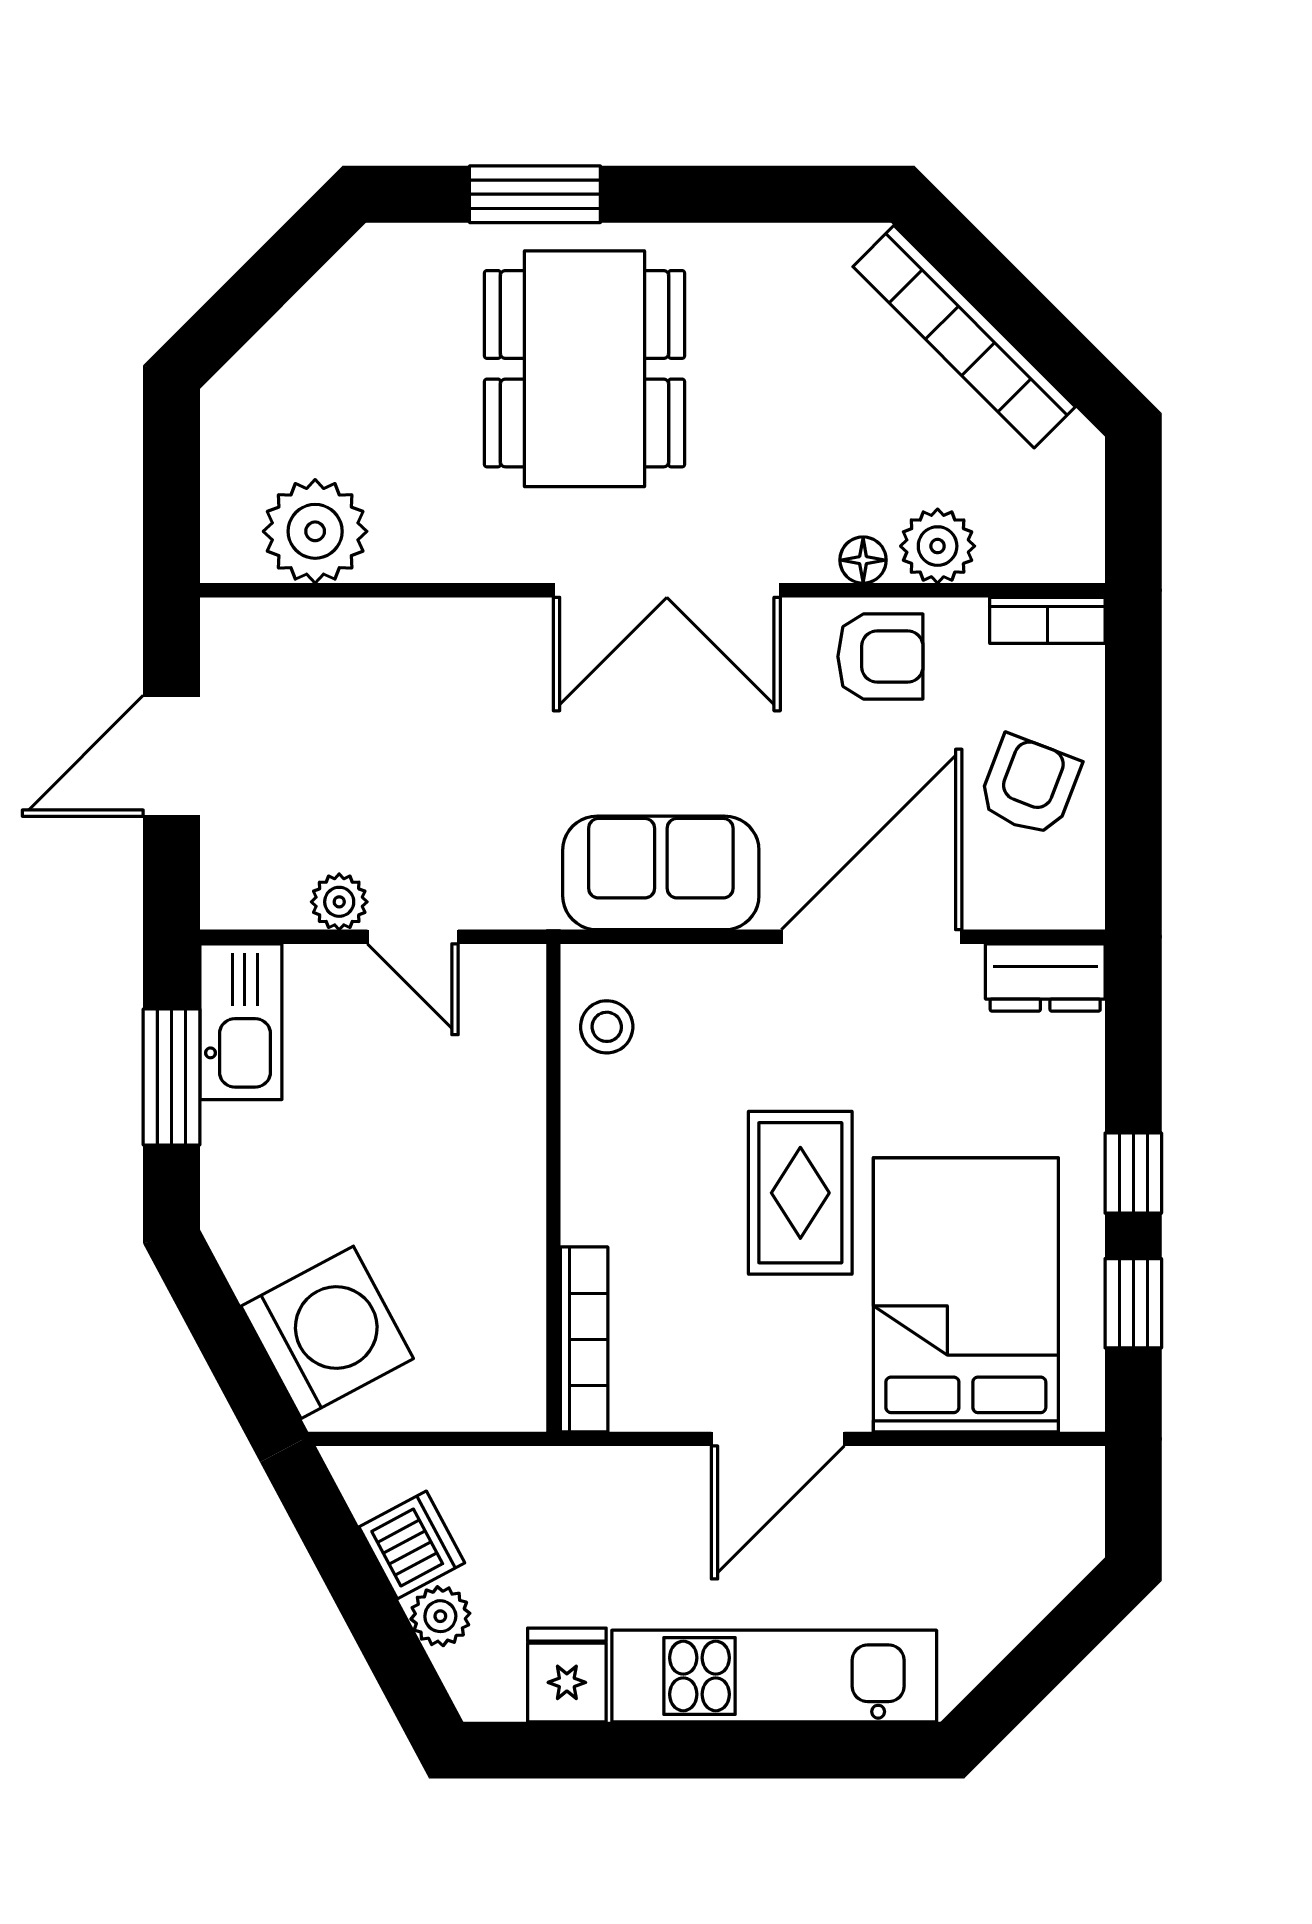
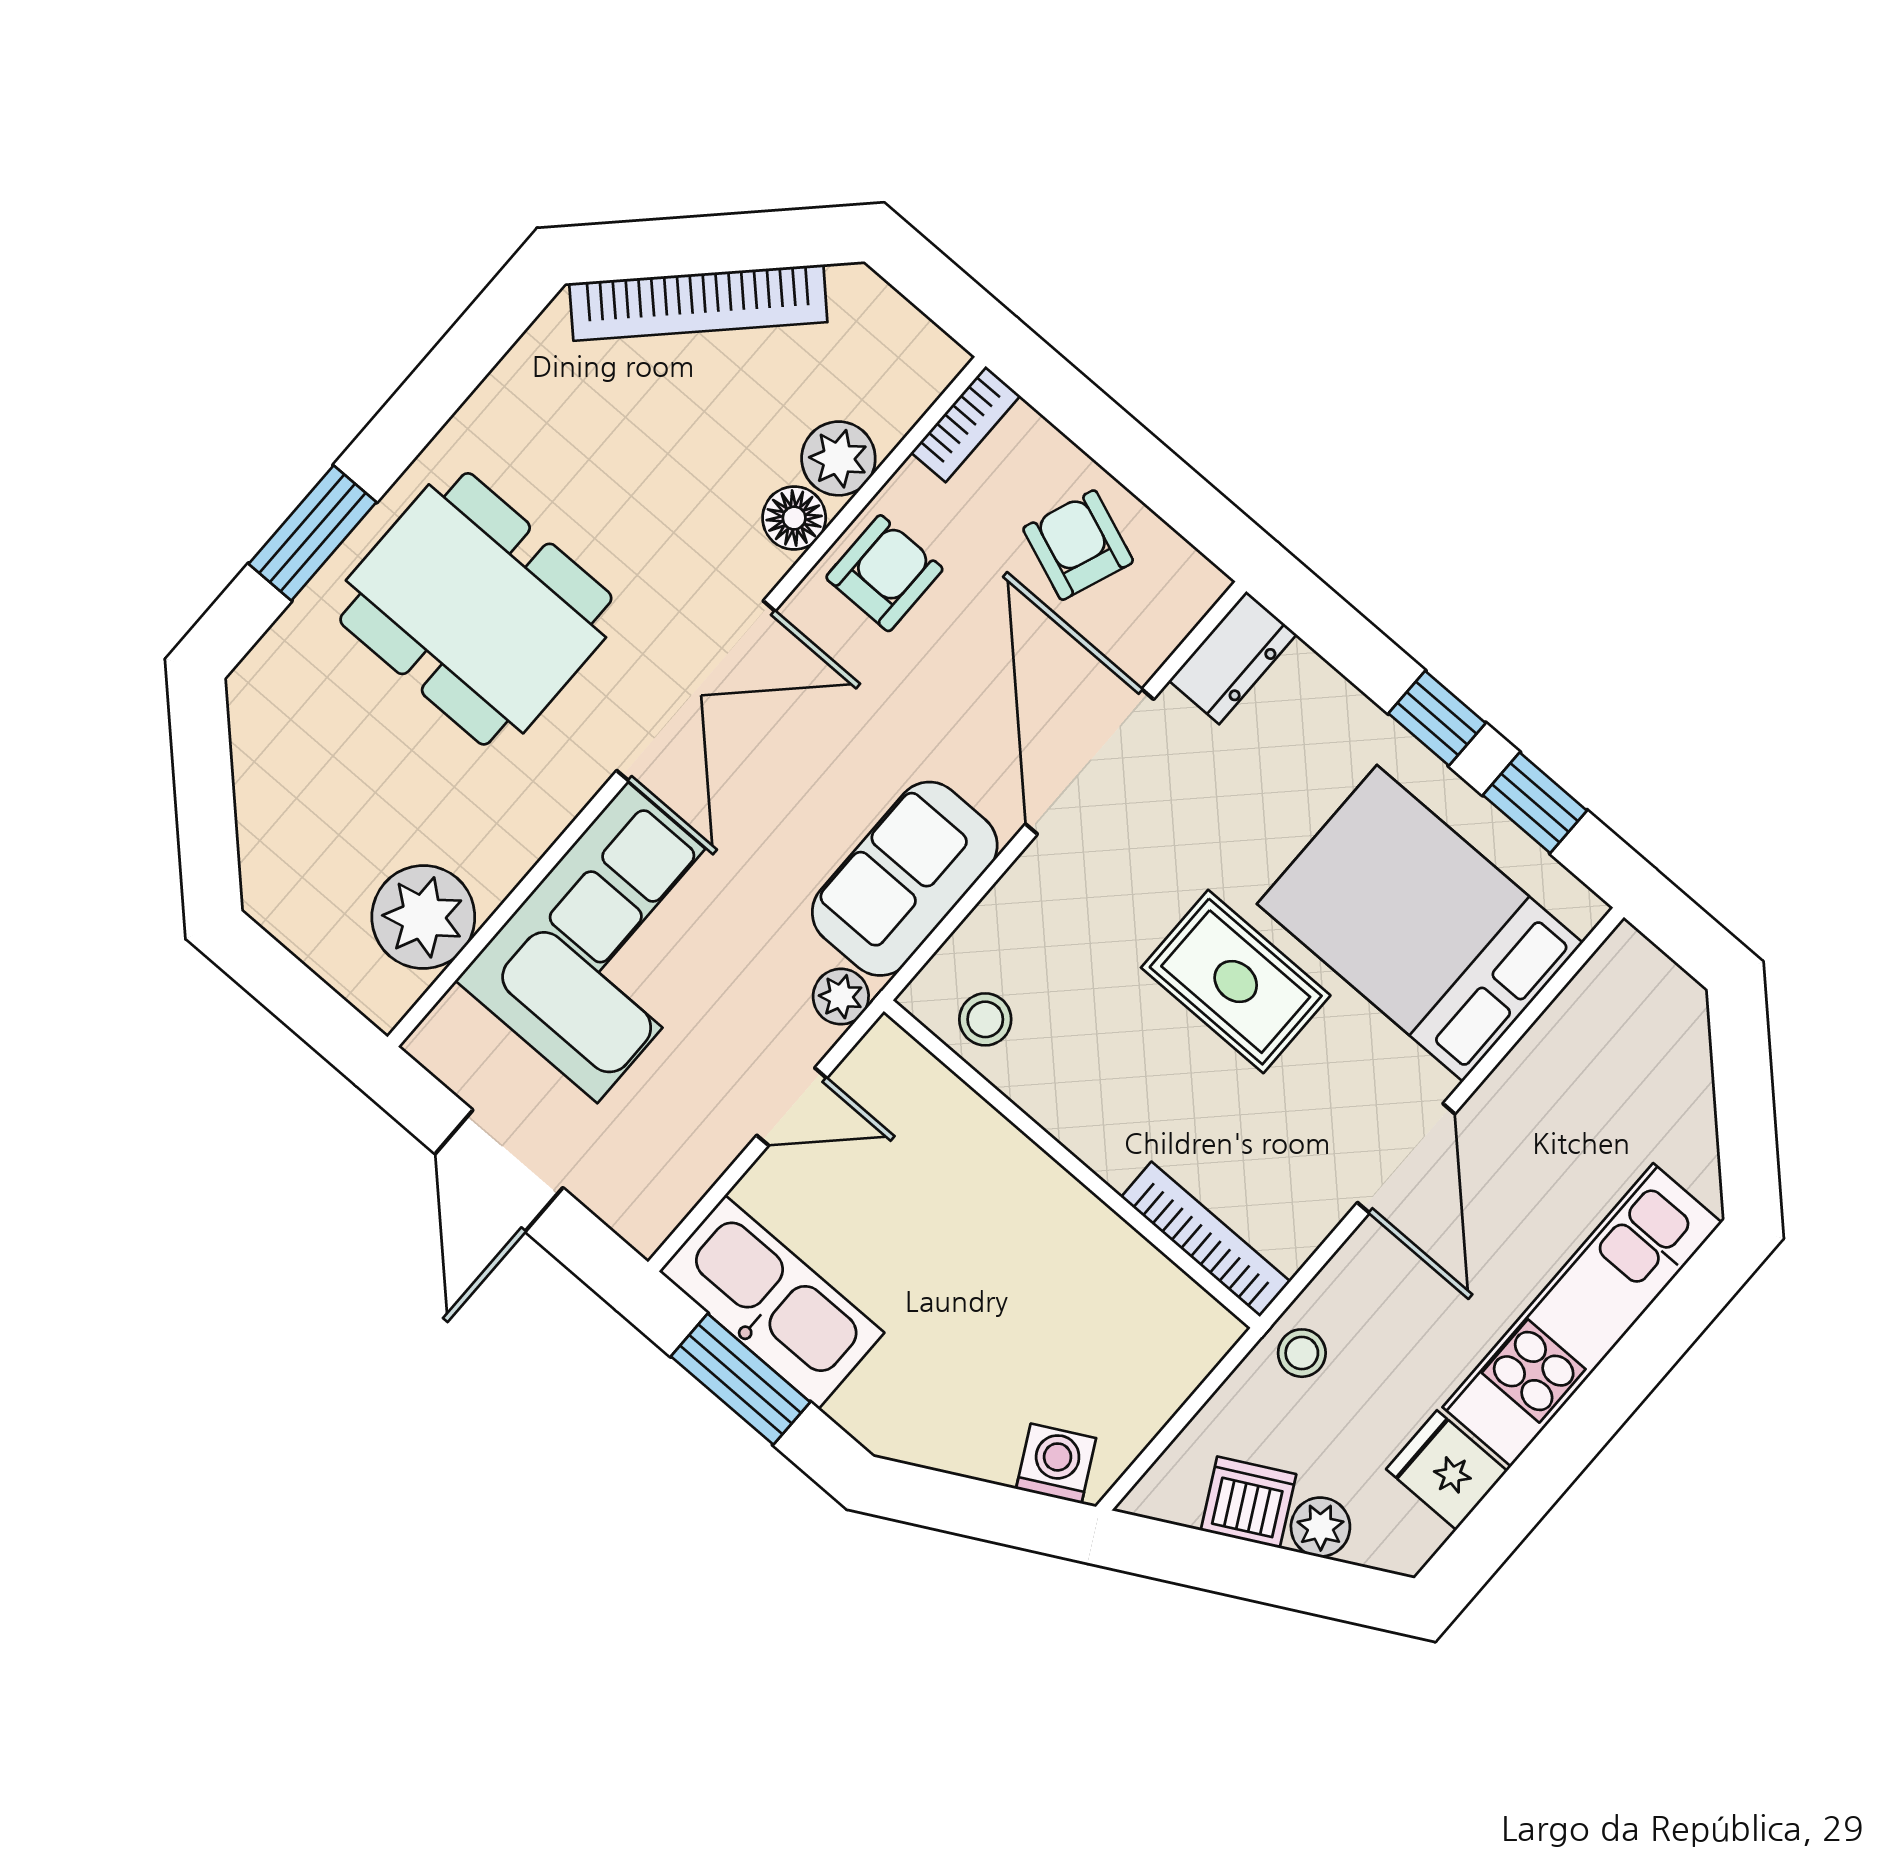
floor lamp: (863, 560) -> (794, 518), width x1.37, depth x1.37
corner sofa: (420, 692) -> (612, 942), added
plant: (339, 902) -> (841, 997), moved
kitchen sink: (241, 1022) -> (772, 1302), width x1.36, depth x1.24
washing machine: (327, 1332) -> (1056, 1463), width x0.53, depth x0.53
stool: (561, 1488) -> (1302, 1353), added

